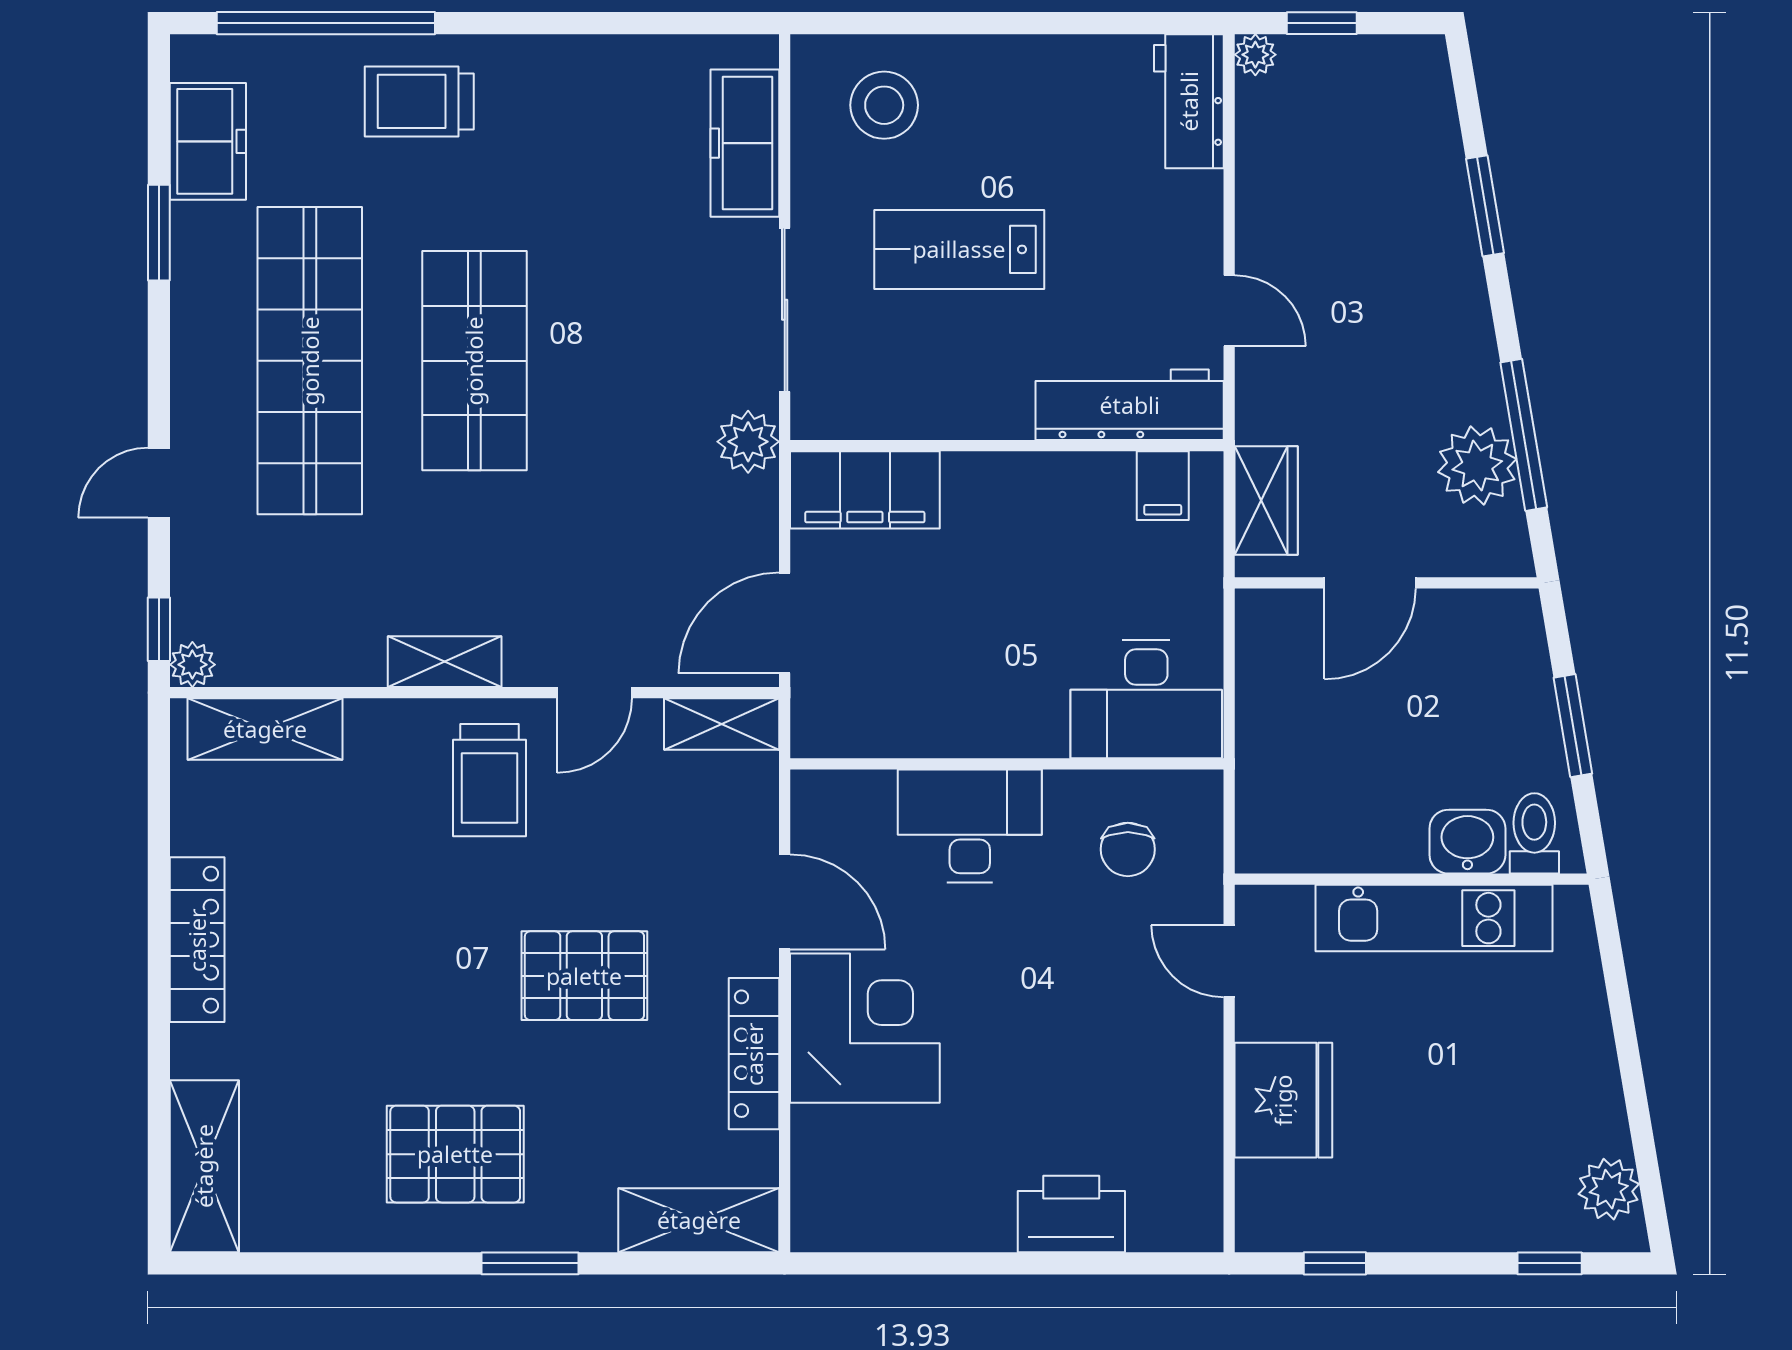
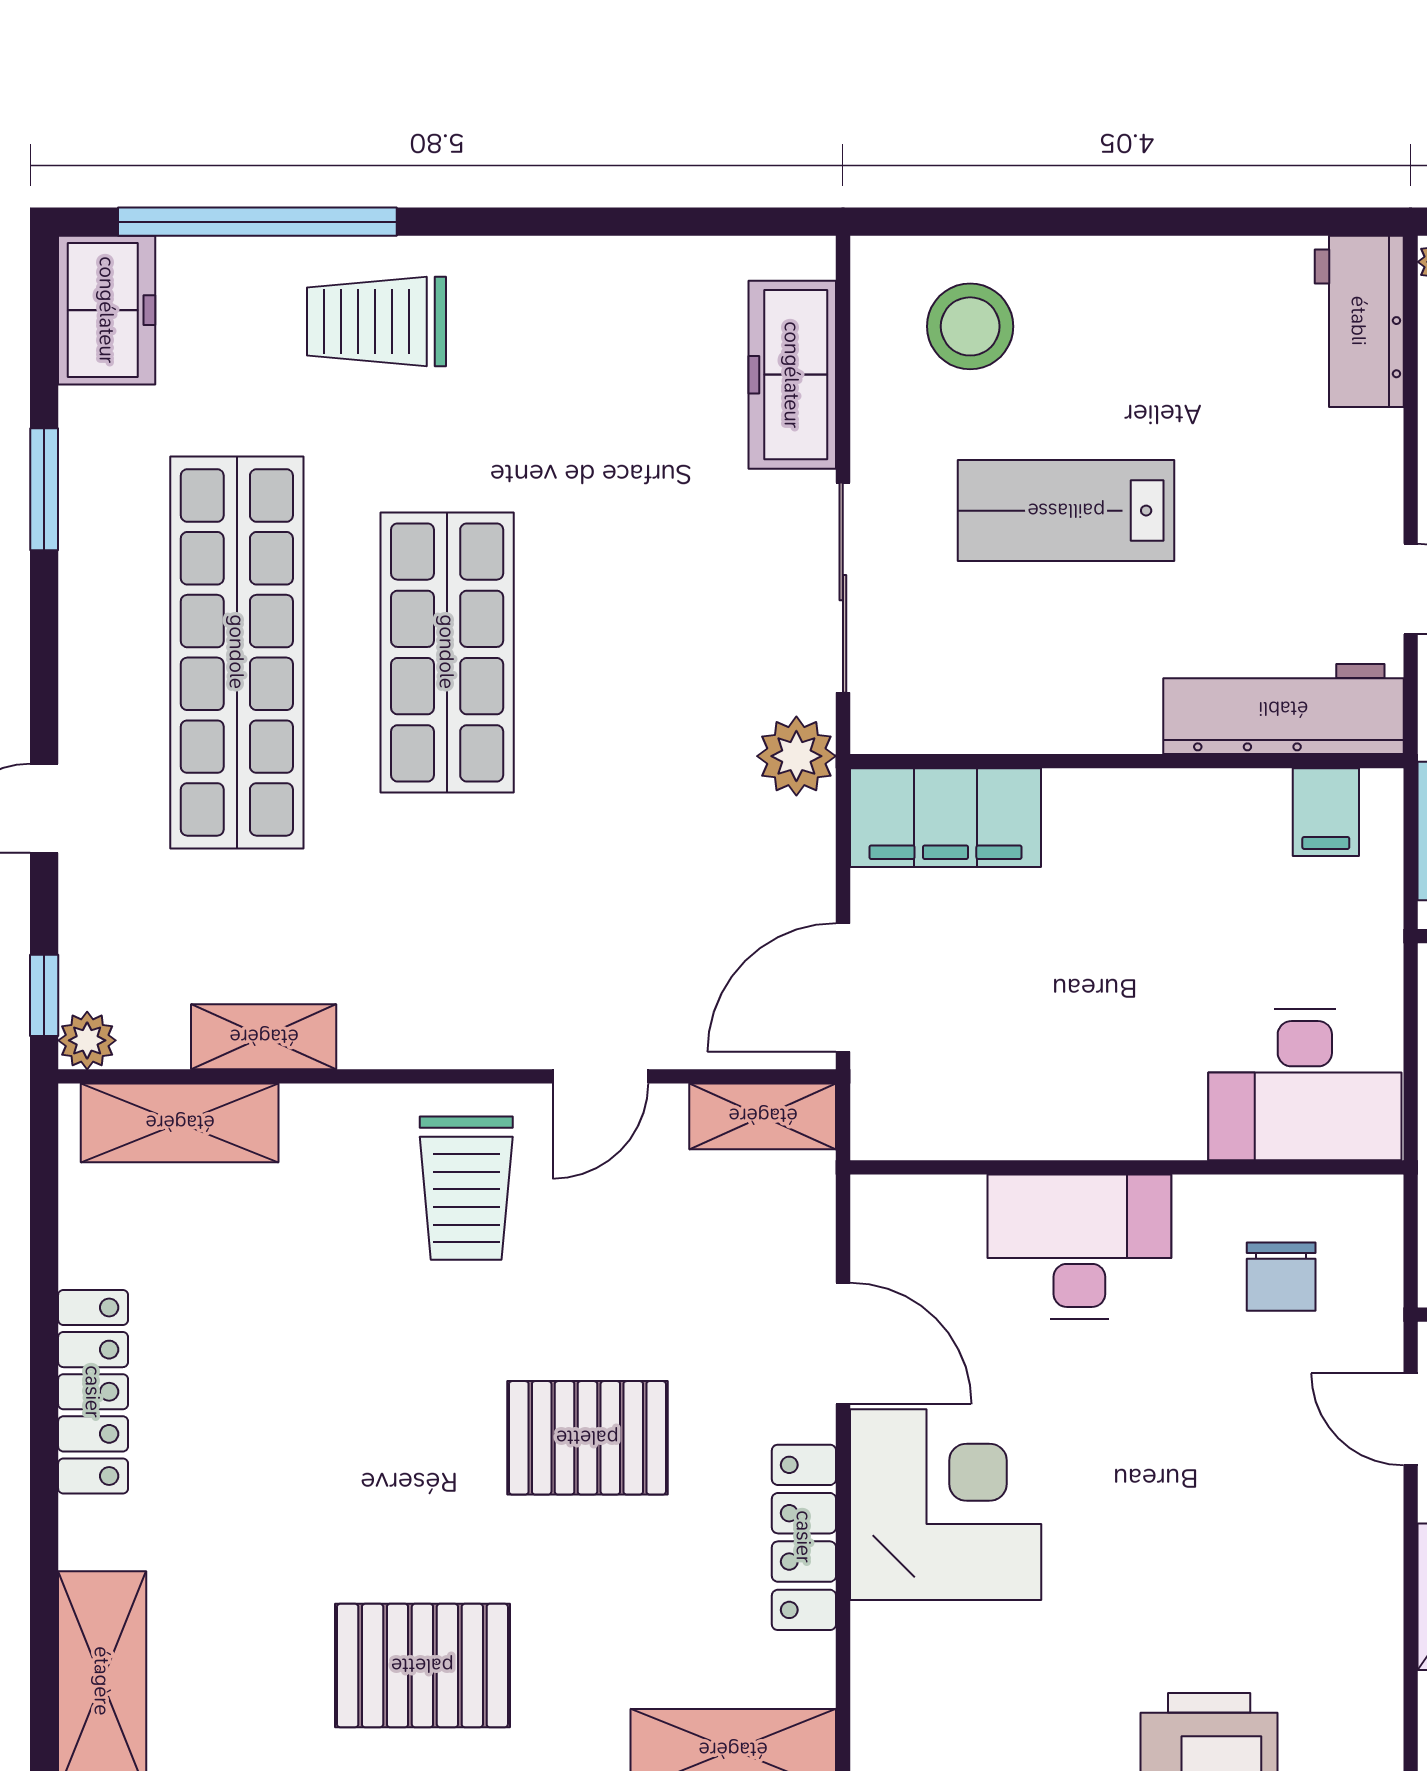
freezer: (208, 141) -> (107, 310), moved
shelving: (445, 662) -> (264, 1037), moved

